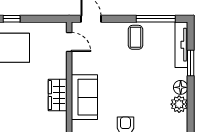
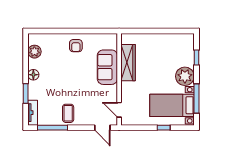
tv unit: (181, 45) -> (33, 113), width x0.71
wardrobe: (58, 95) -> (128, 63), width x1.50
plant: (179, 104) -> (34, 52), moved

